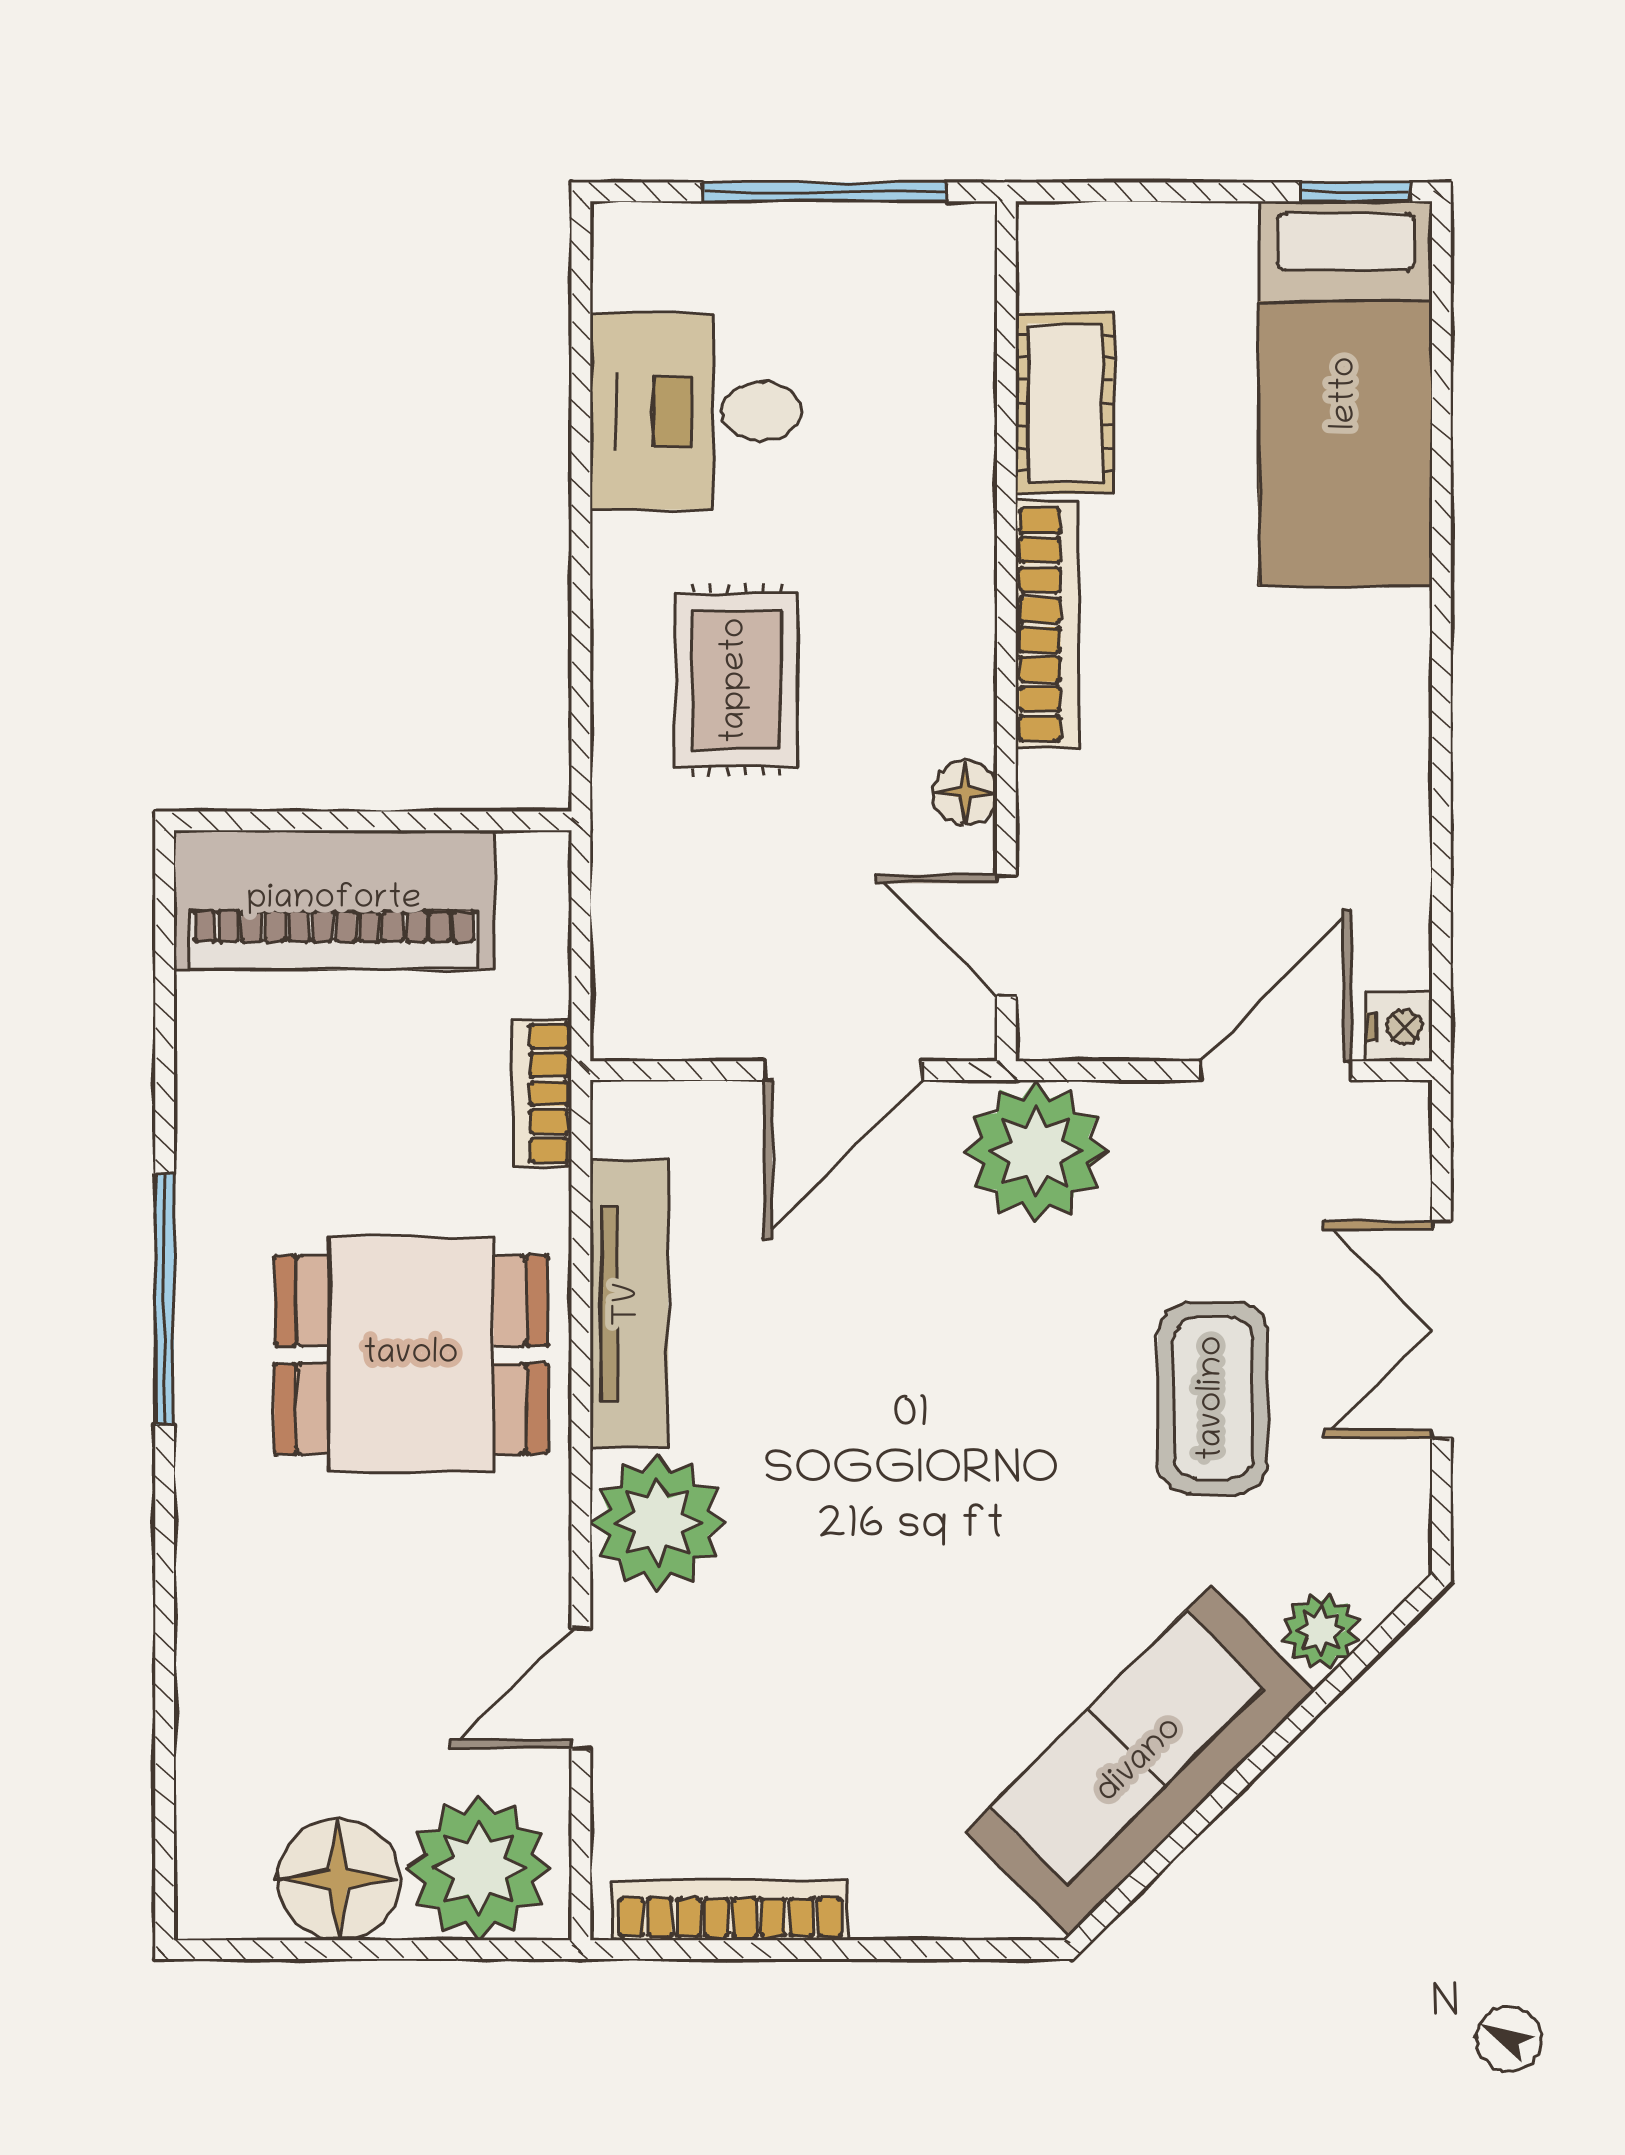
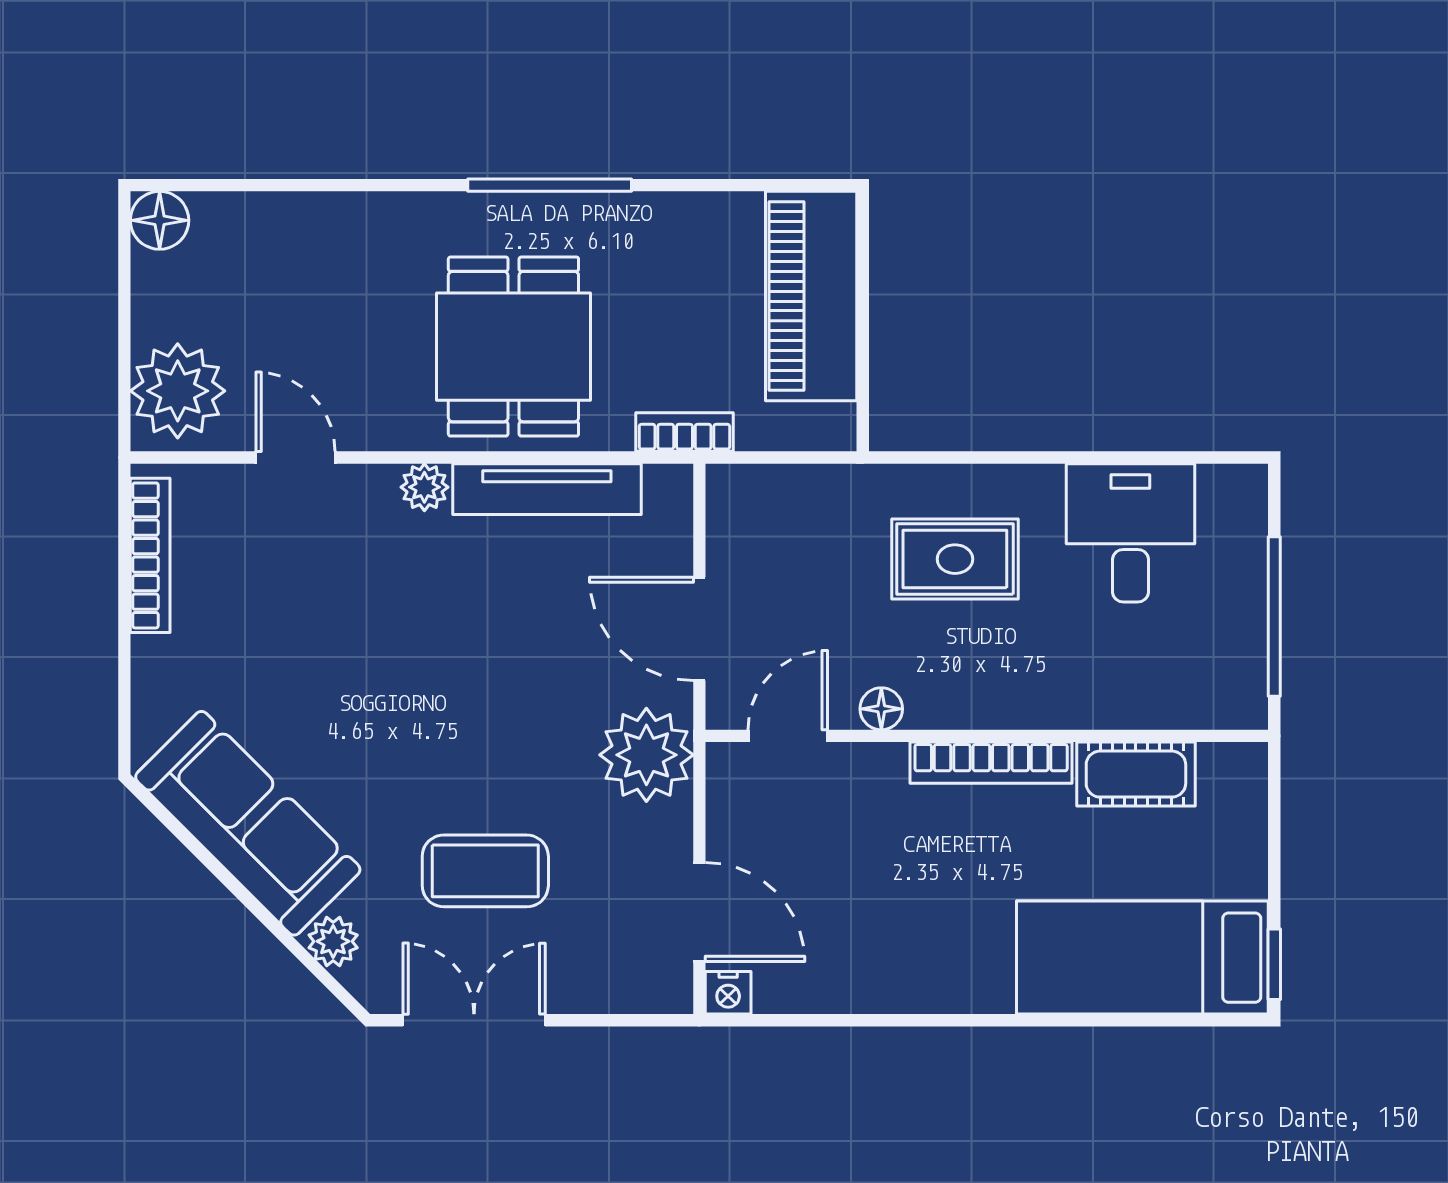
double door: (1441, 1330) -> (474, 1020), moved
plant: (658, 1523) -> (424, 487), width x0.53, depth x0.53
floor lamp: (338, 1879) -> (160, 220), moved, width x0.73, depth x0.73

